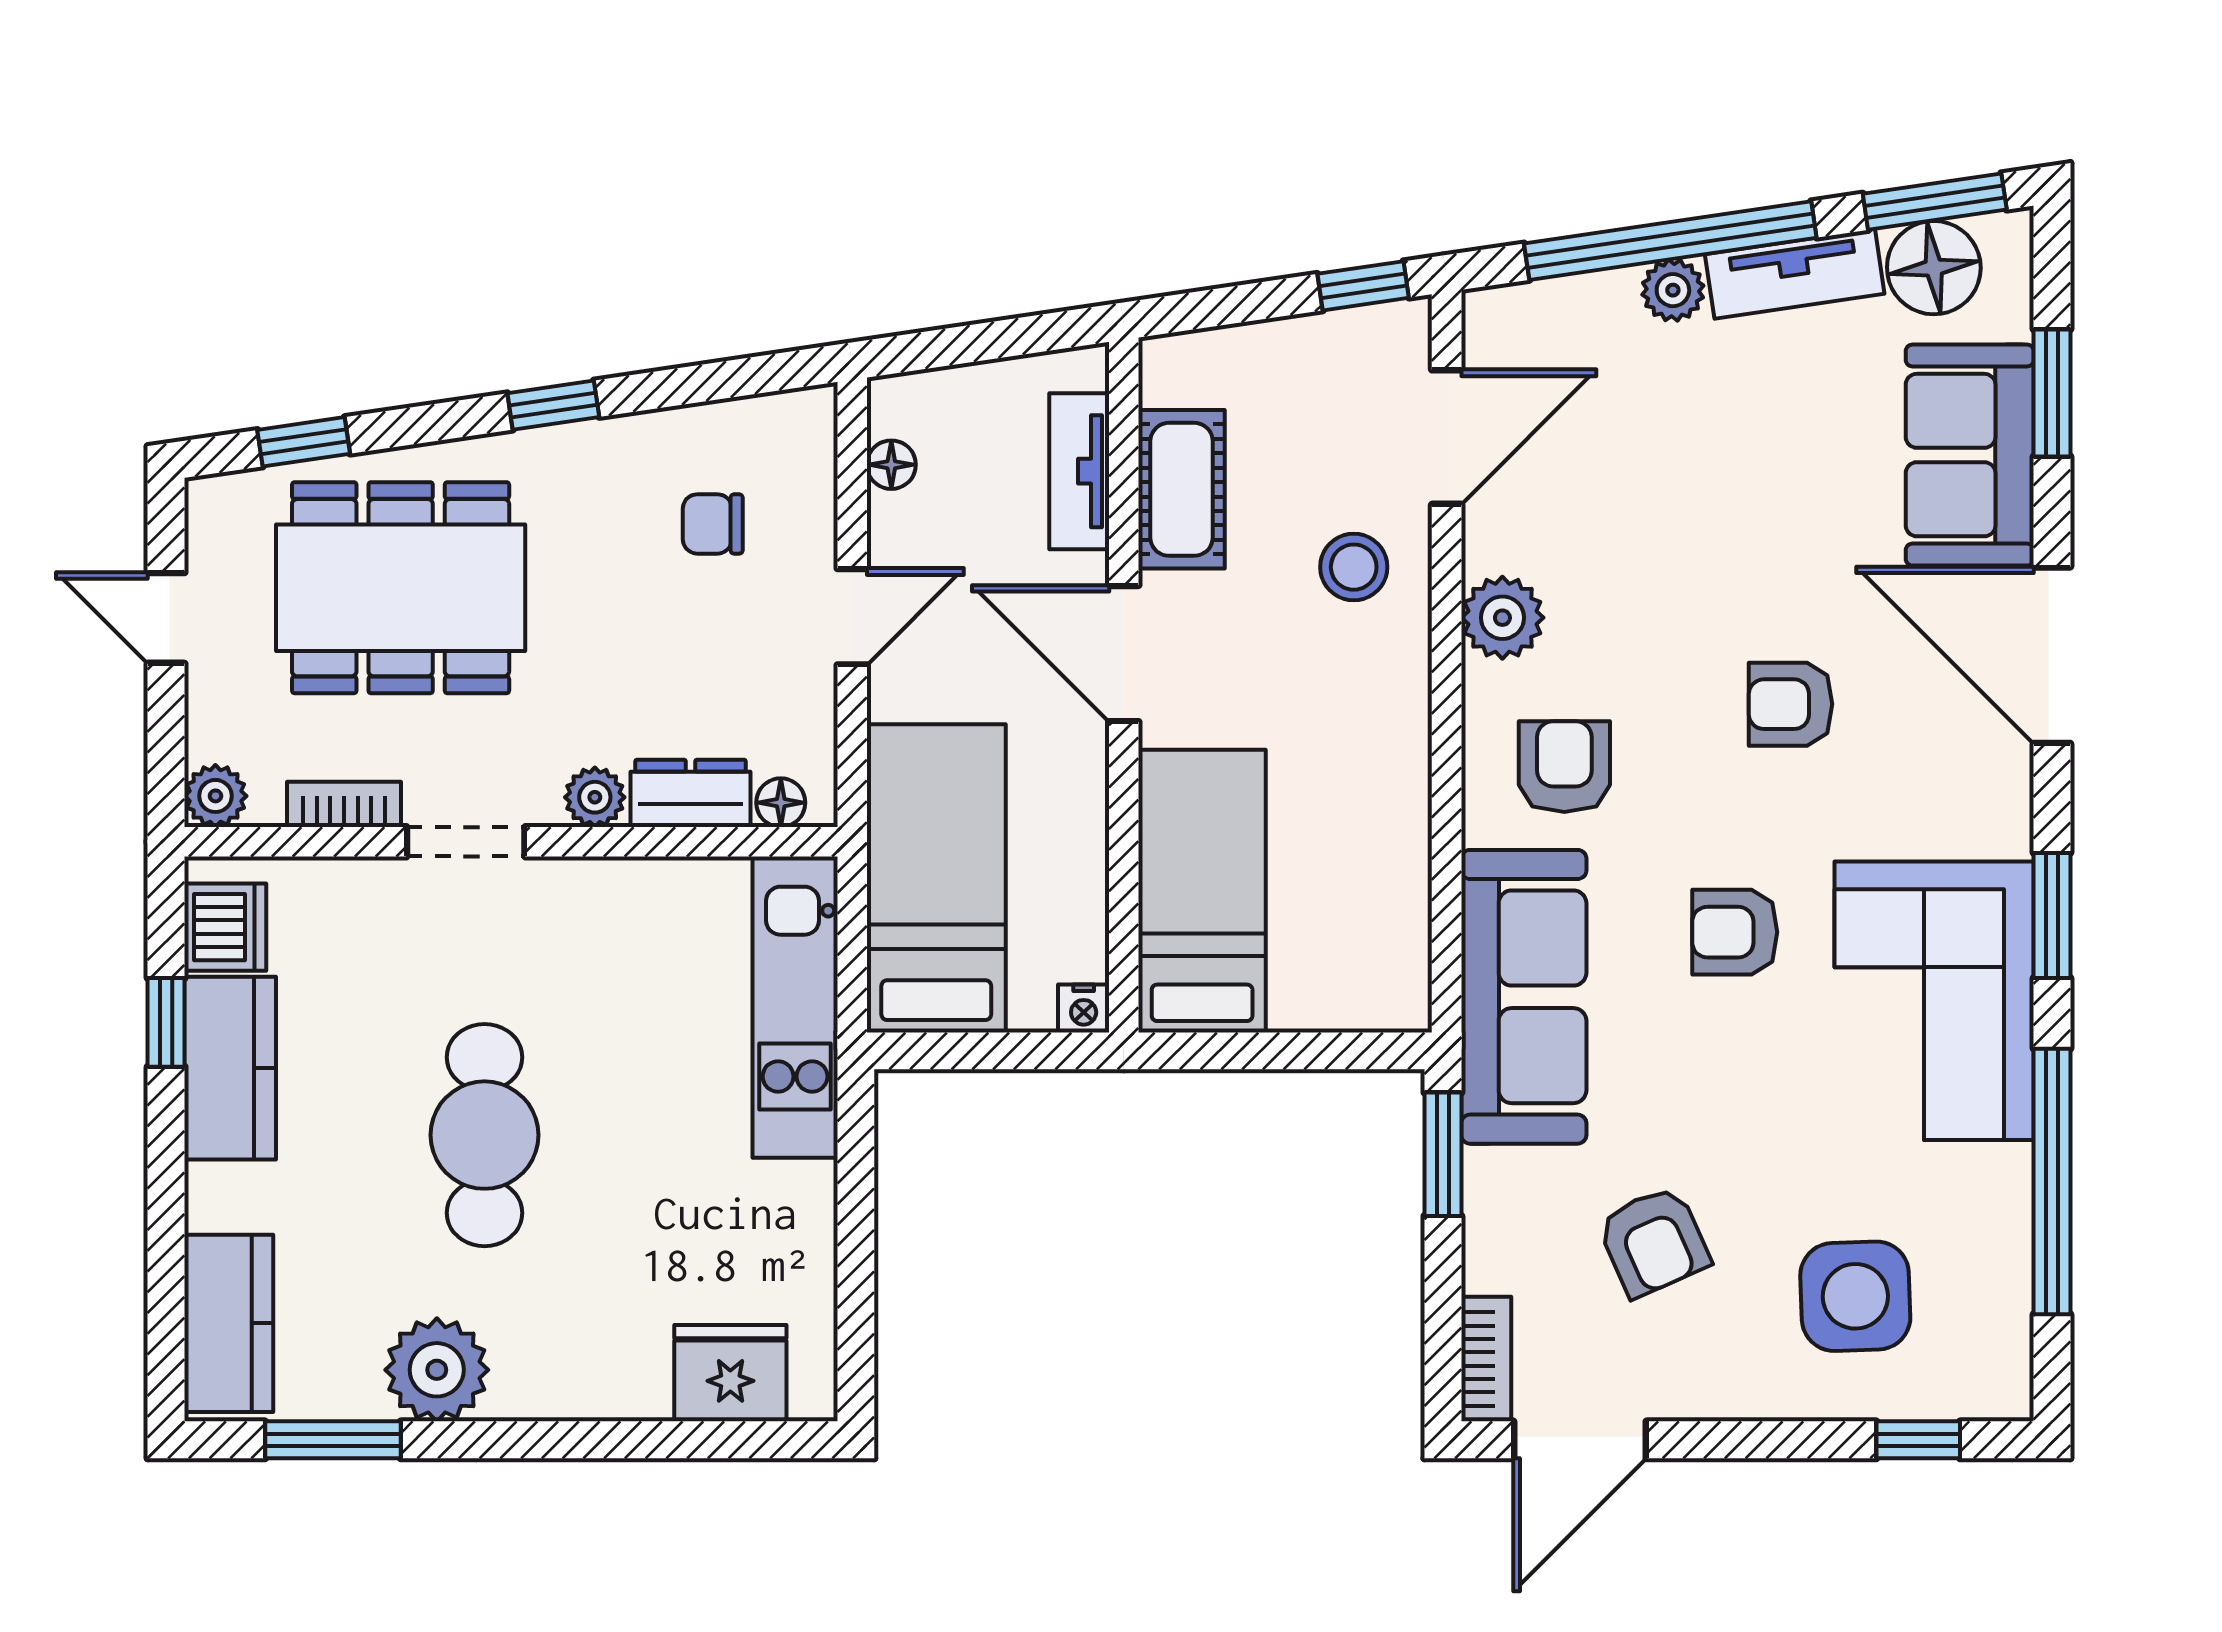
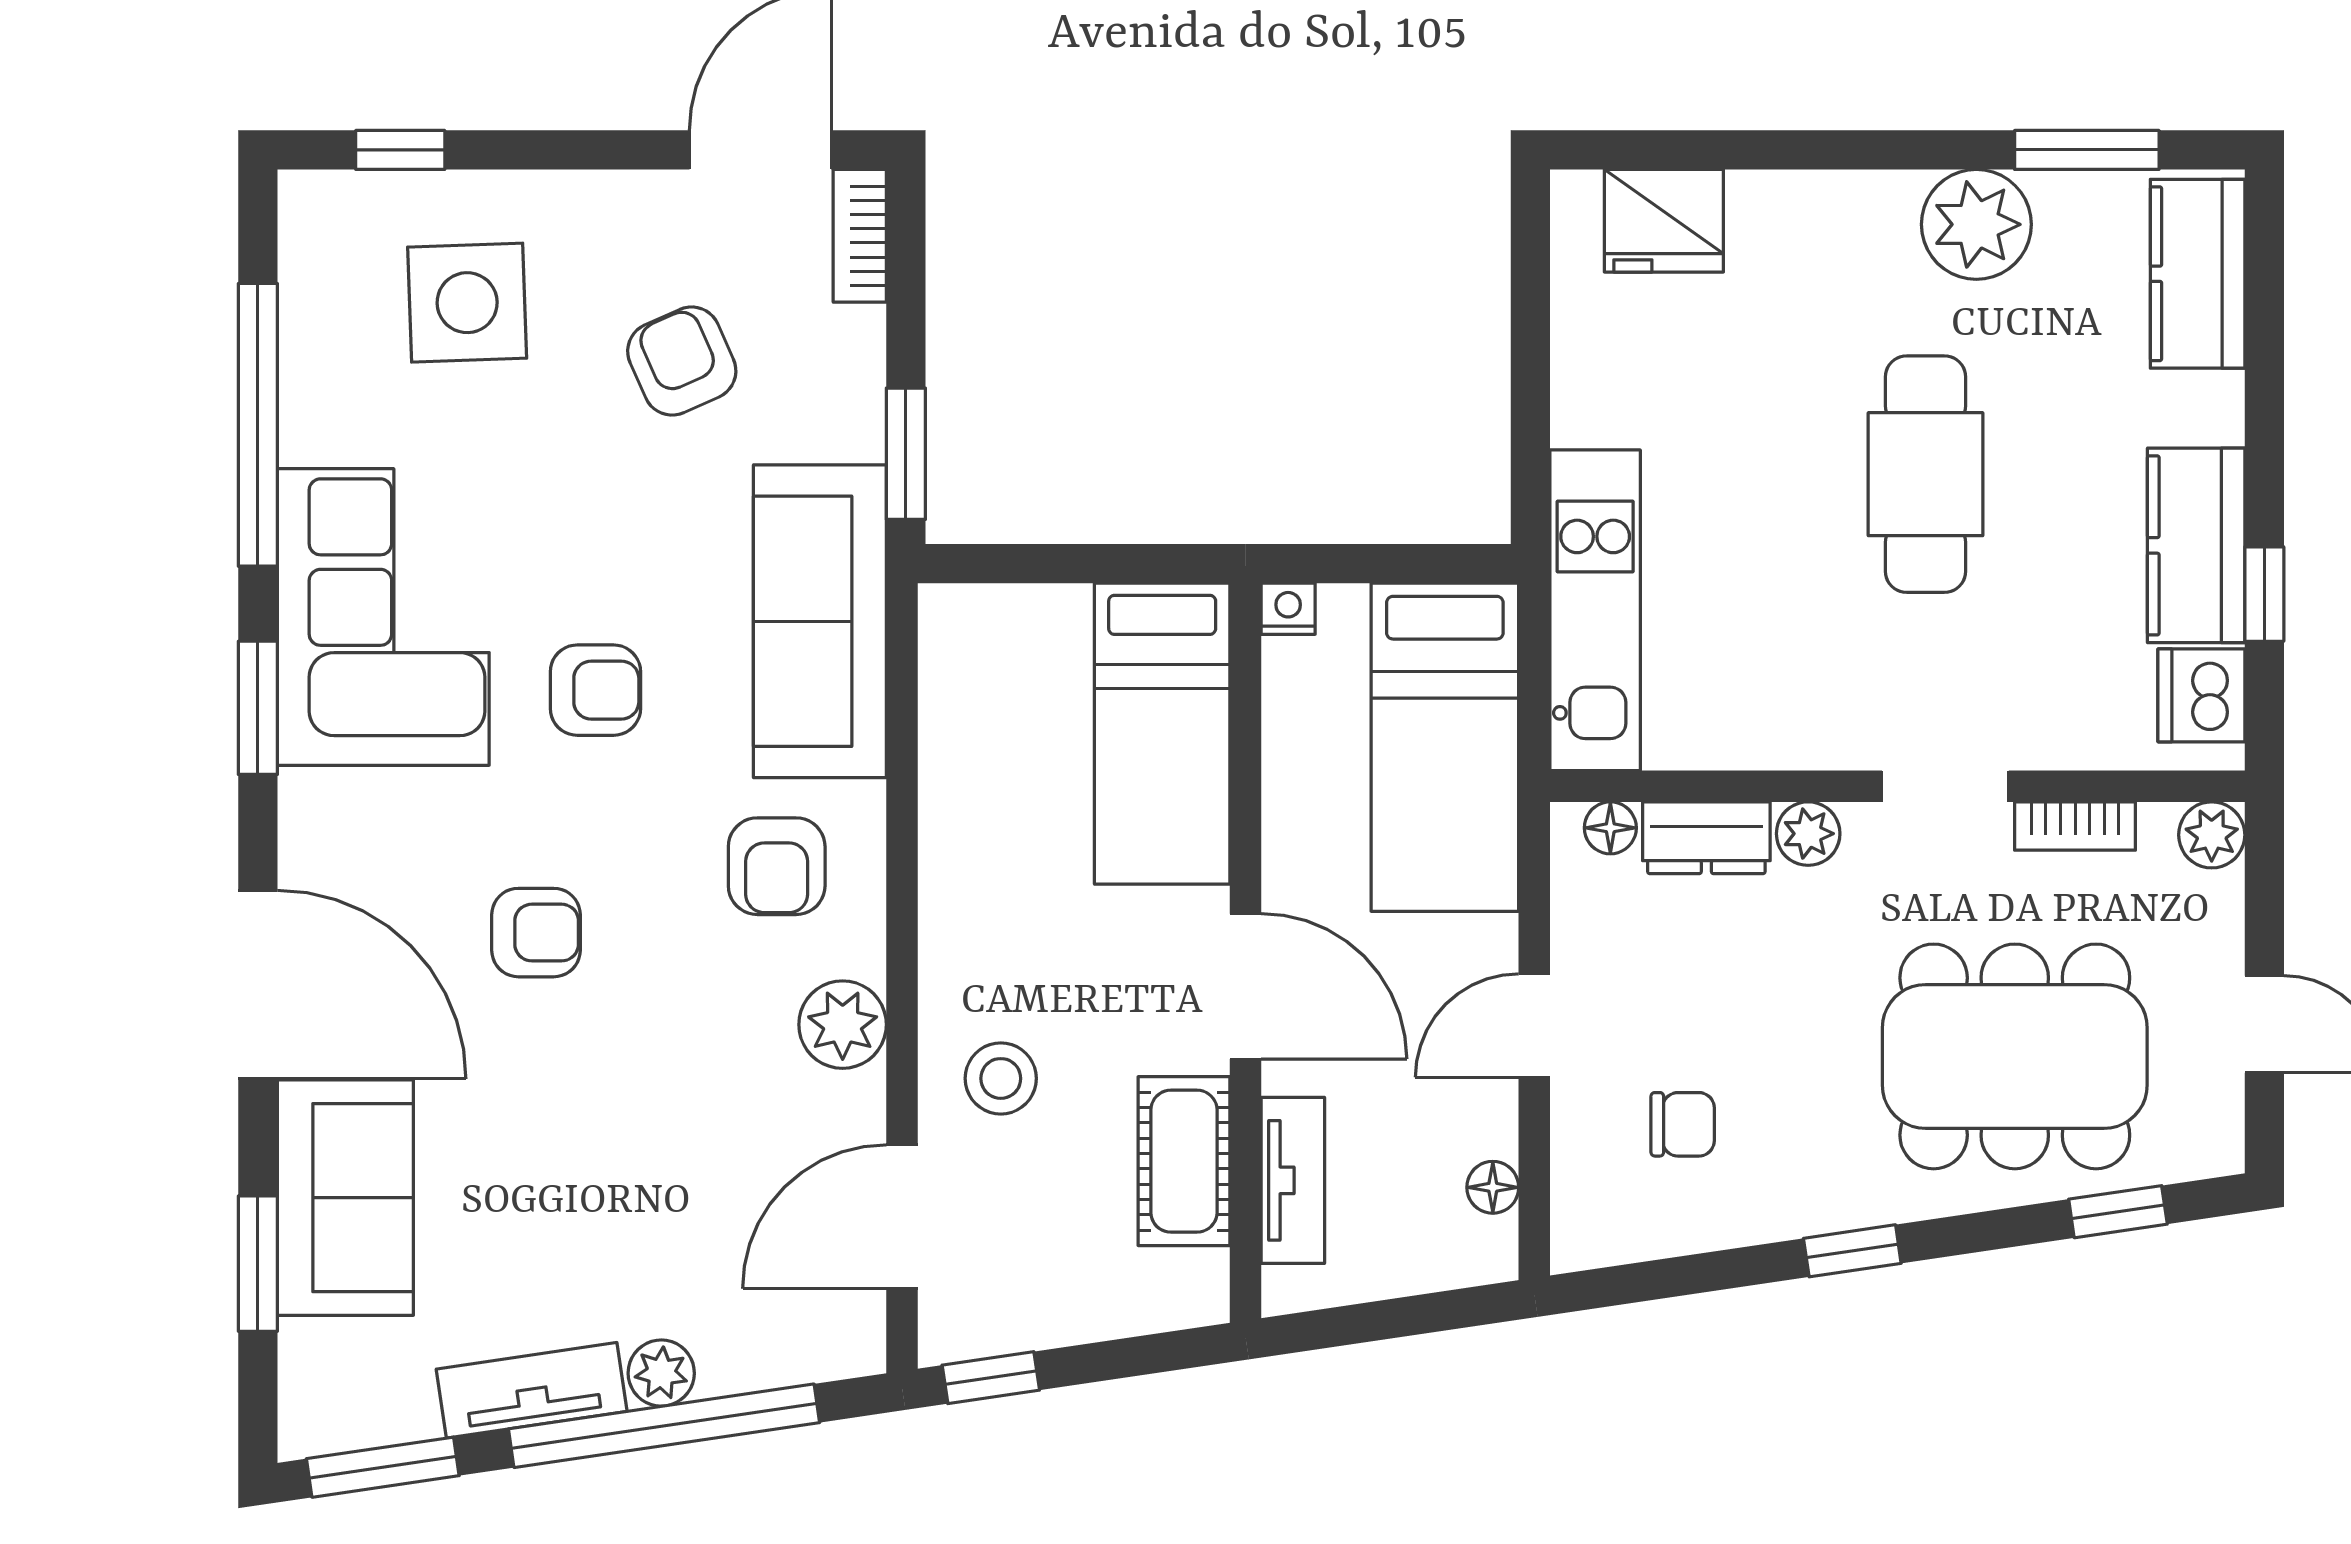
floor lamp: (1934, 268) -> (384, 1397), removed

